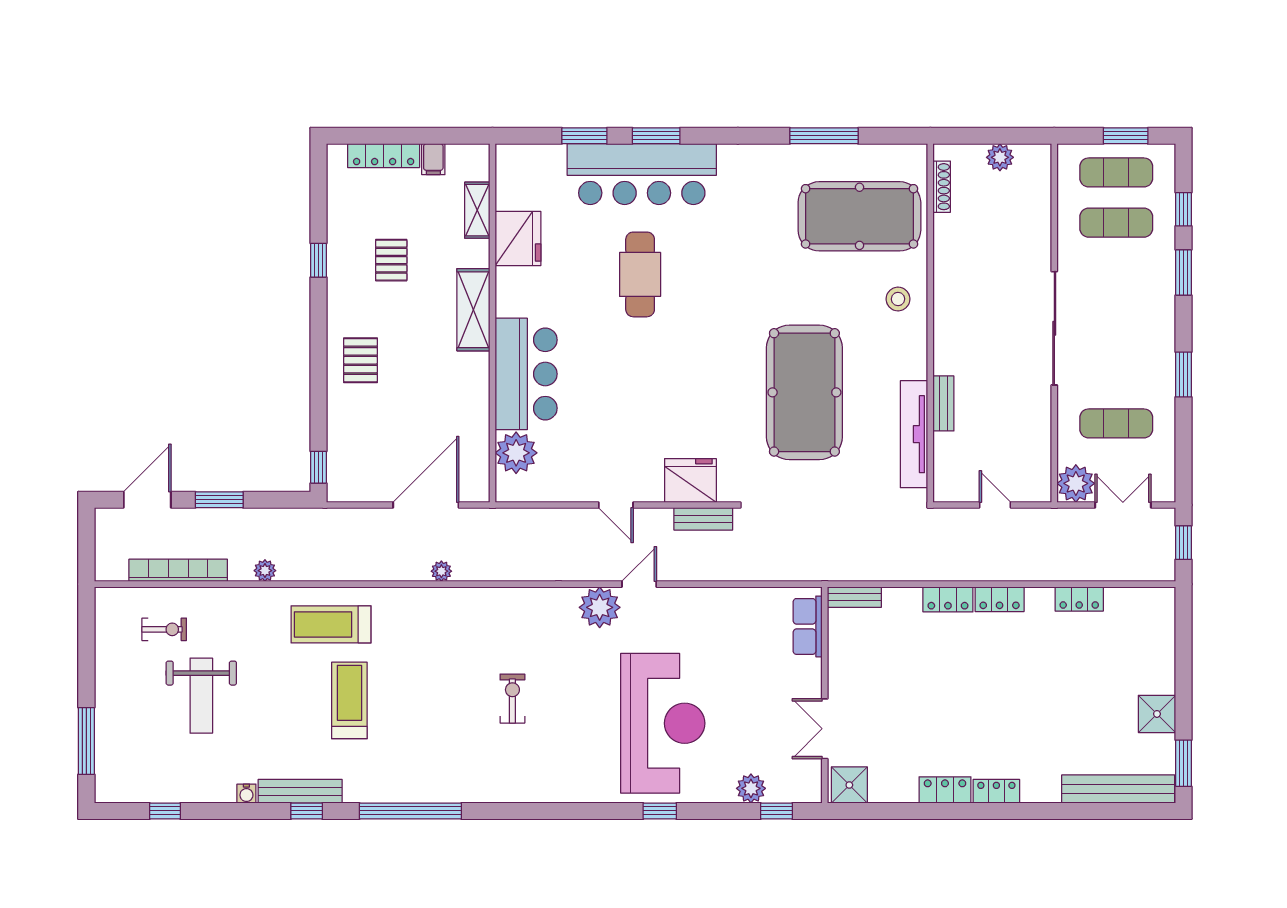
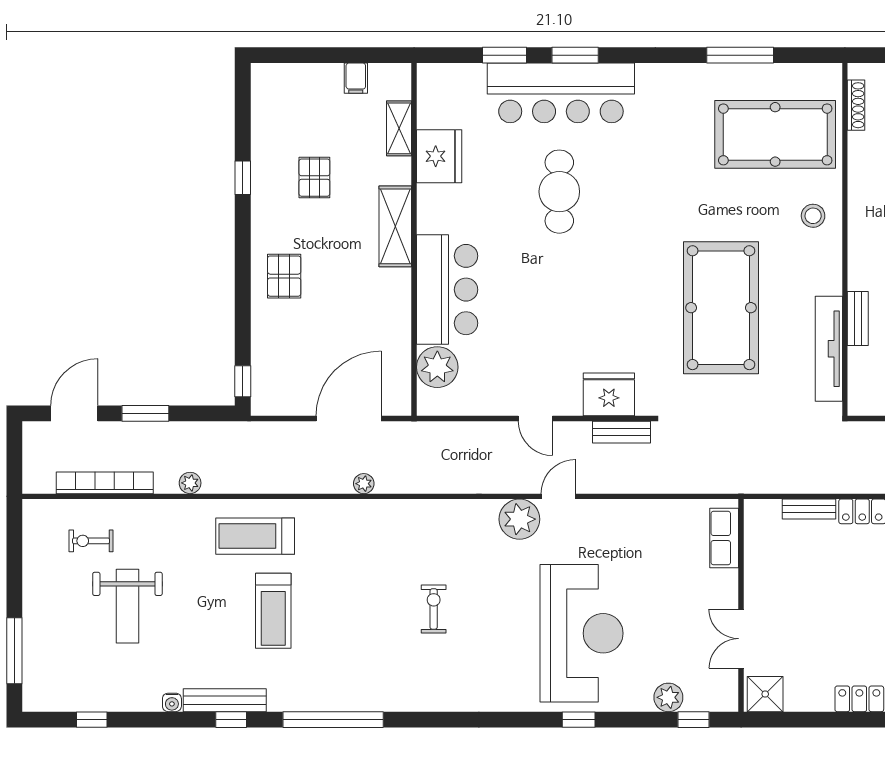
locker: (384, 156) -> (307, 75), removed
bench: (854, 597) -> (809, 509), moved
exercise bike: (164, 629) -> (91, 541), turned 180
treadmill: (349, 700) -> (273, 611), turned 180

